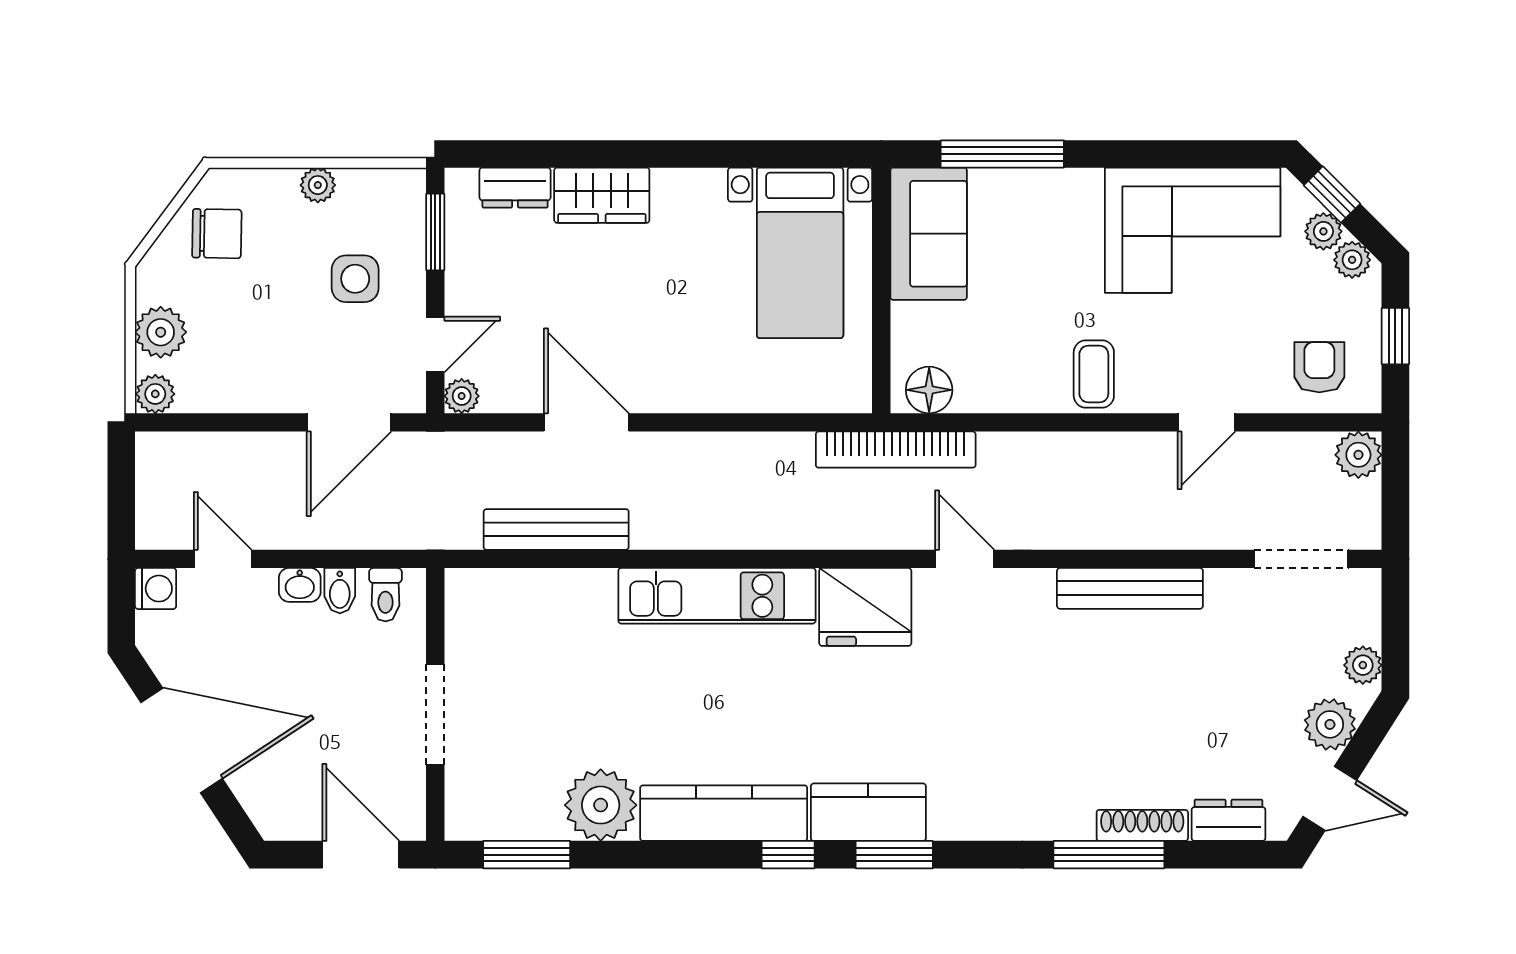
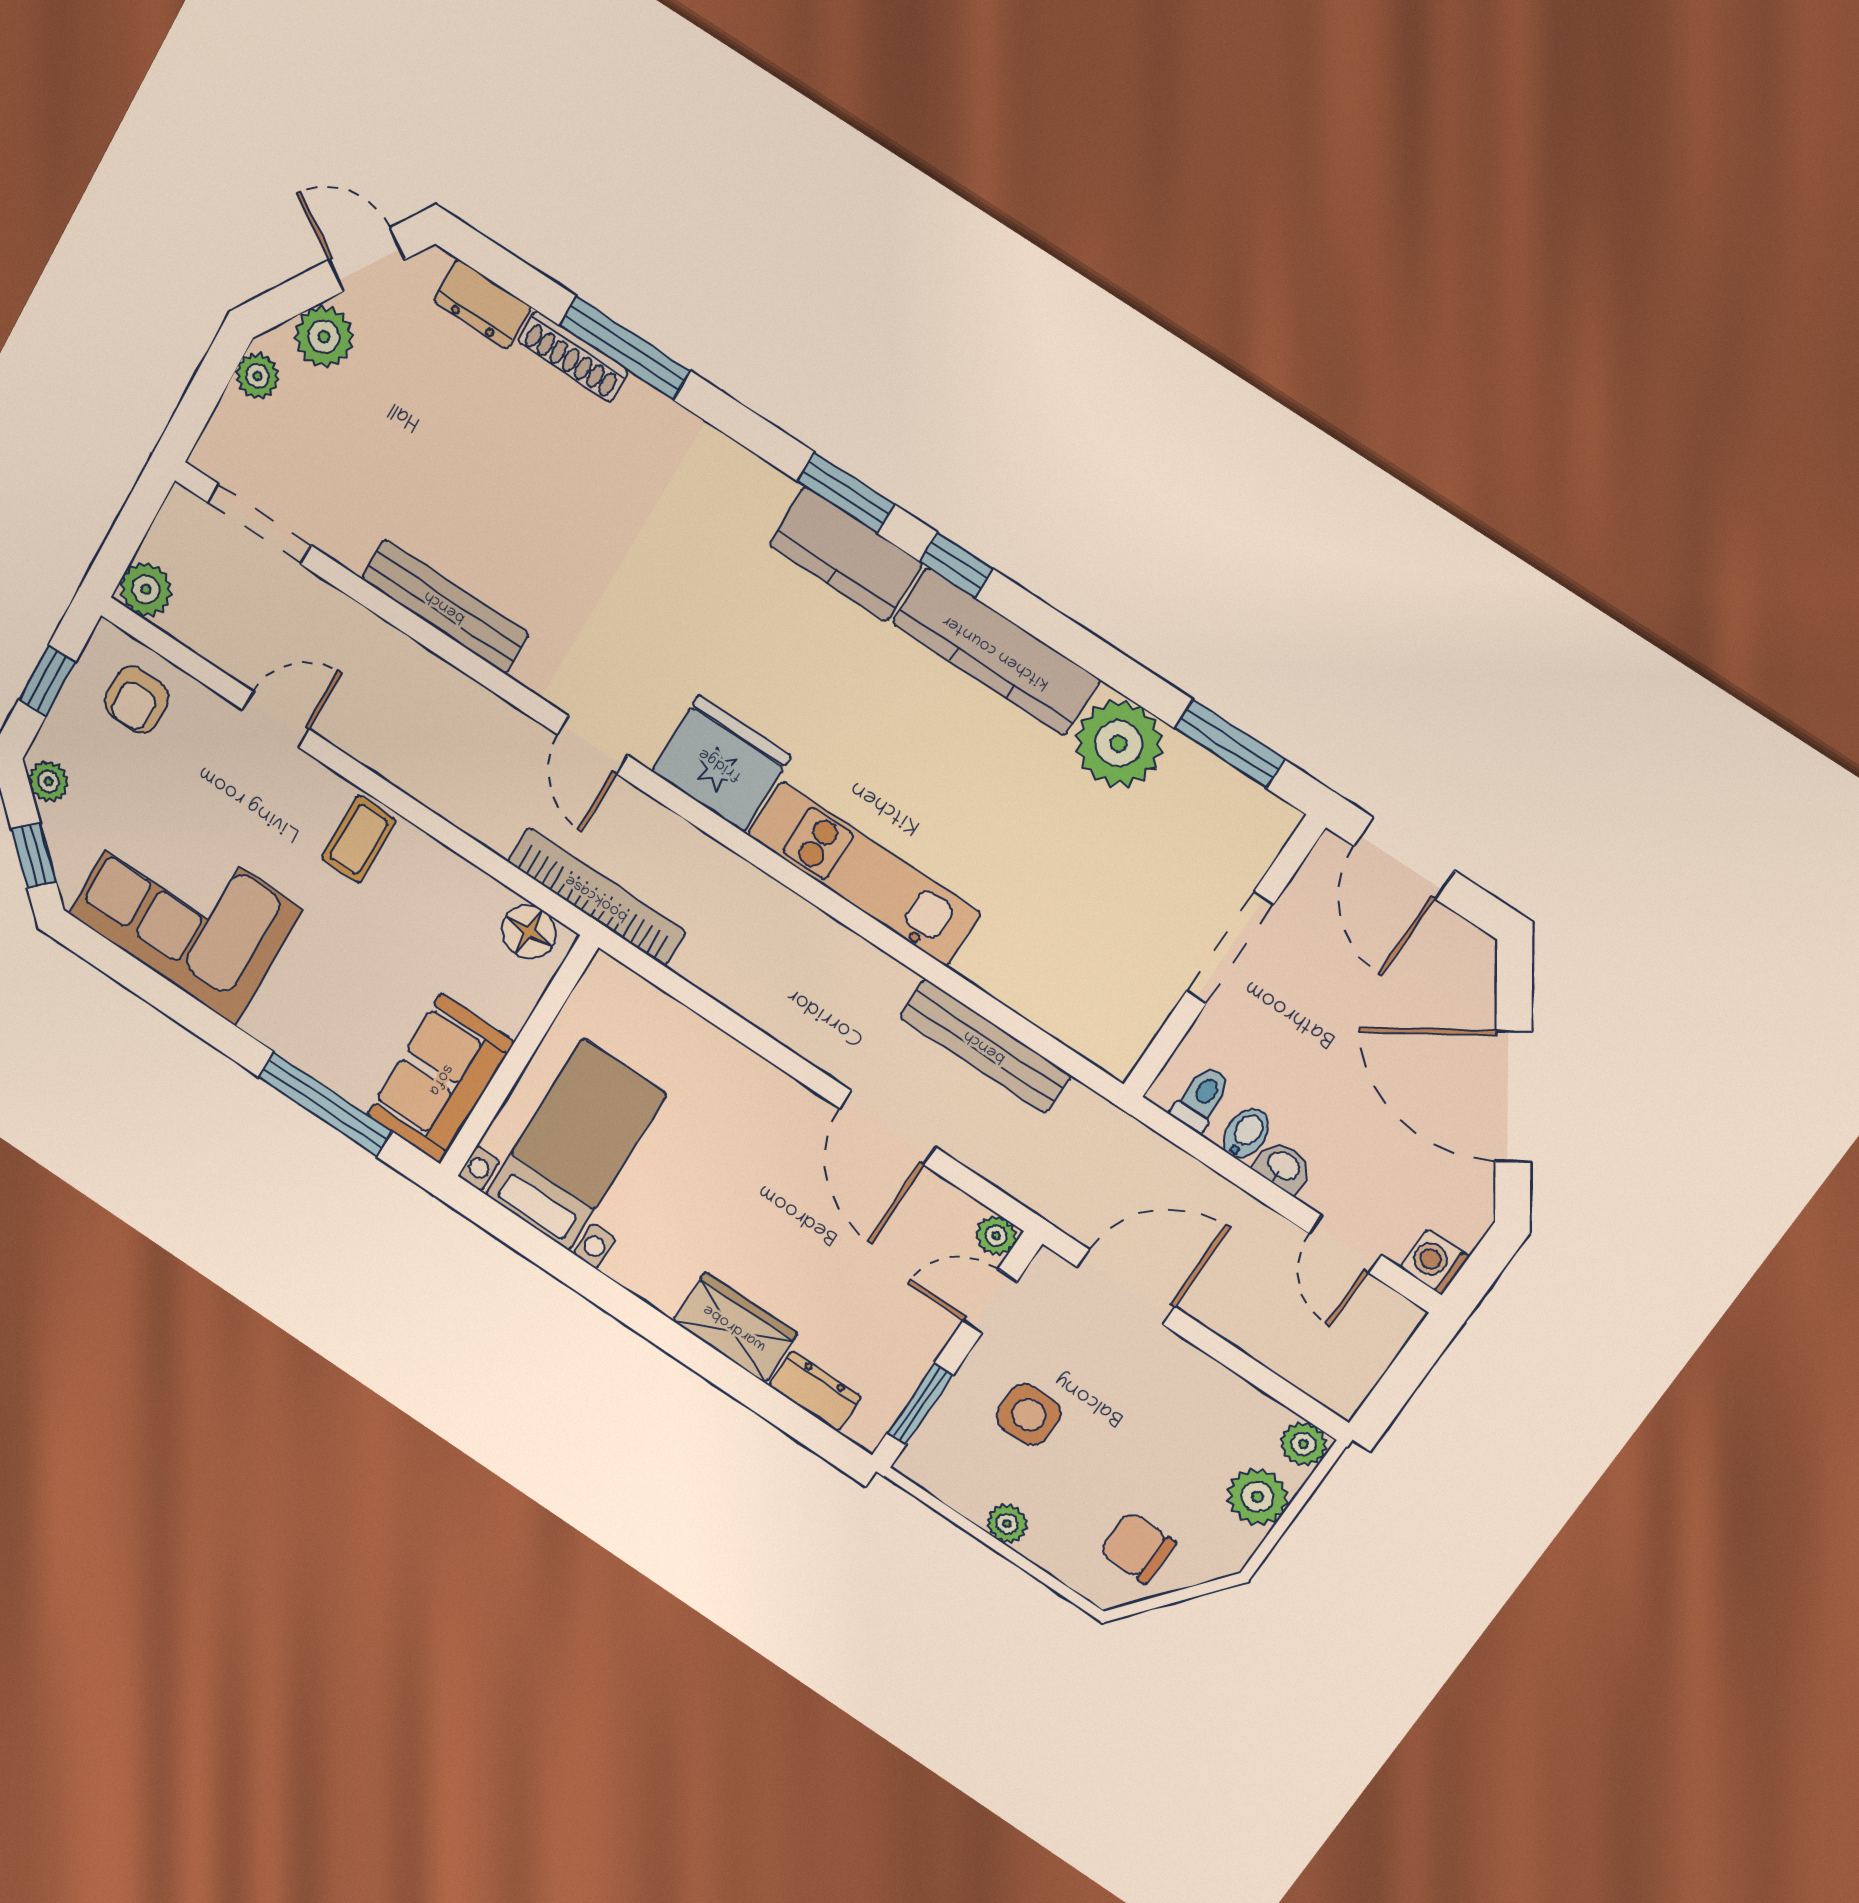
plant: (1323, 231) -> (61, 826), removed

